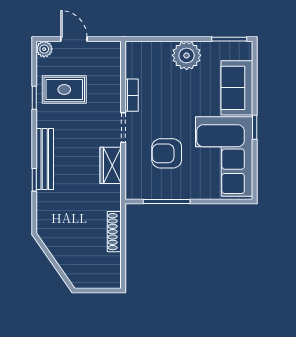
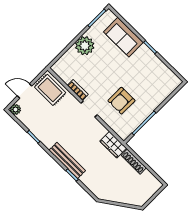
rug: (64, 90) -> (50, 90), moved, turned 90
corner sofa: (224, 157) -> (150, 75), removed
wardrobe: (111, 165) -> (113, 145), moved

